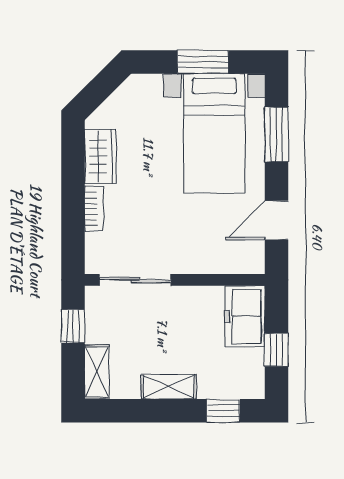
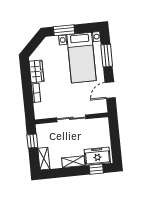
window: (203, 62) -> (64, 30), moved
sliding door: (135, 280) -> (71, 118), moved
freezer: (245, 316) -> (97, 156), moved, turned 90
window: (277, 350) -> (115, 142), removed

